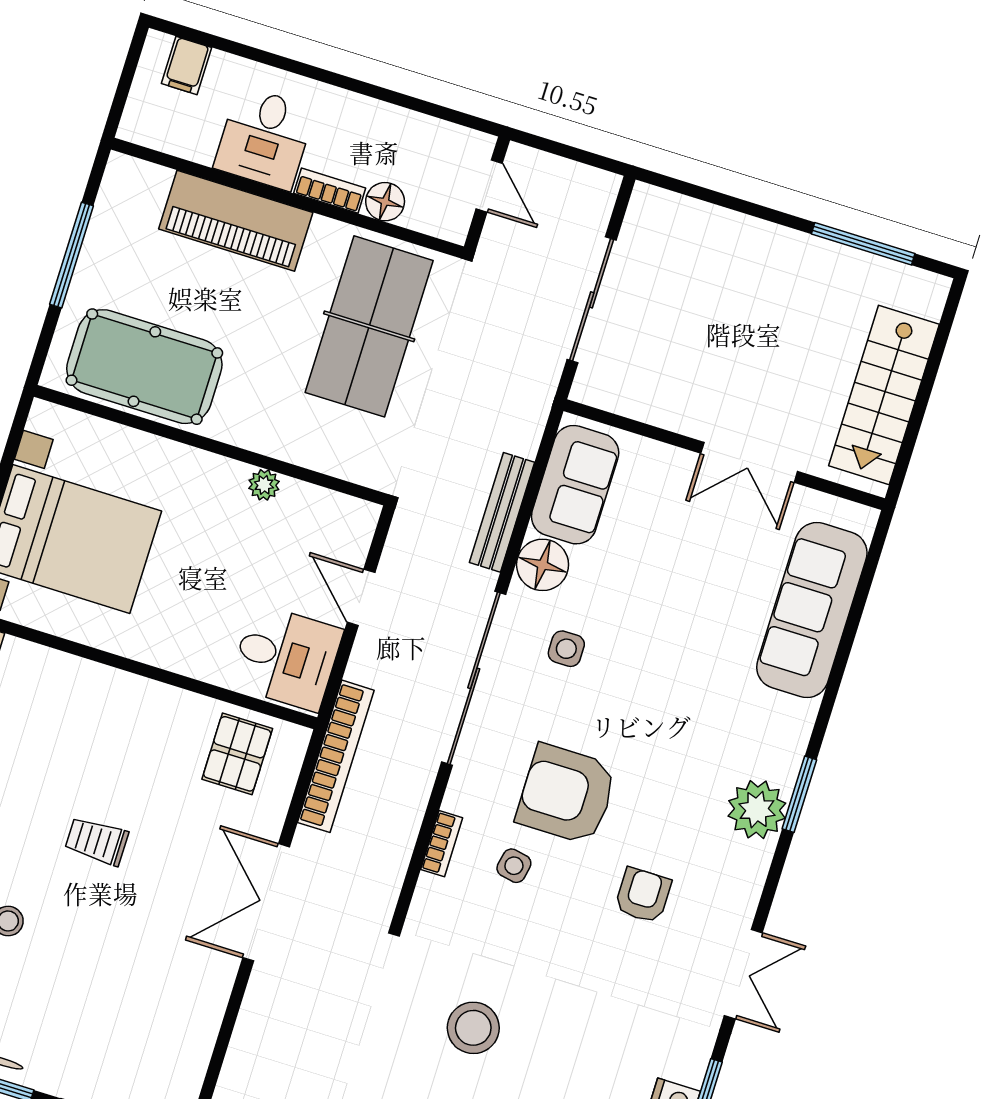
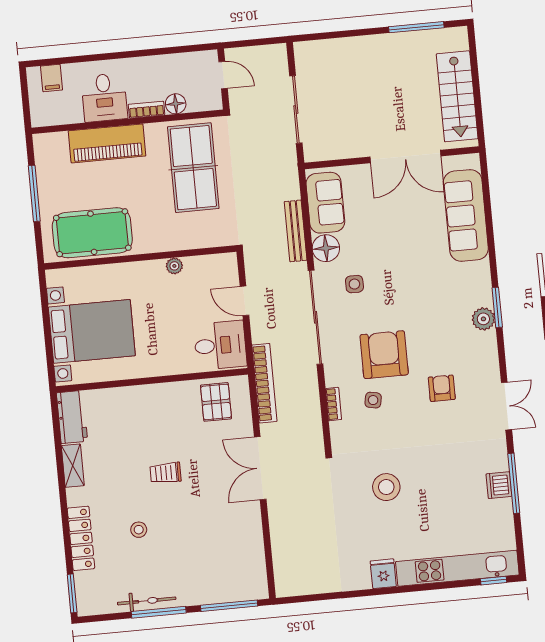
double door: (749, 462) -> (405, 156), width x1.37
armchair: (567, 794) -> (384, 355), turned 90
plant: (757, 810) -> (483, 319), width x0.73, depth x0.73

